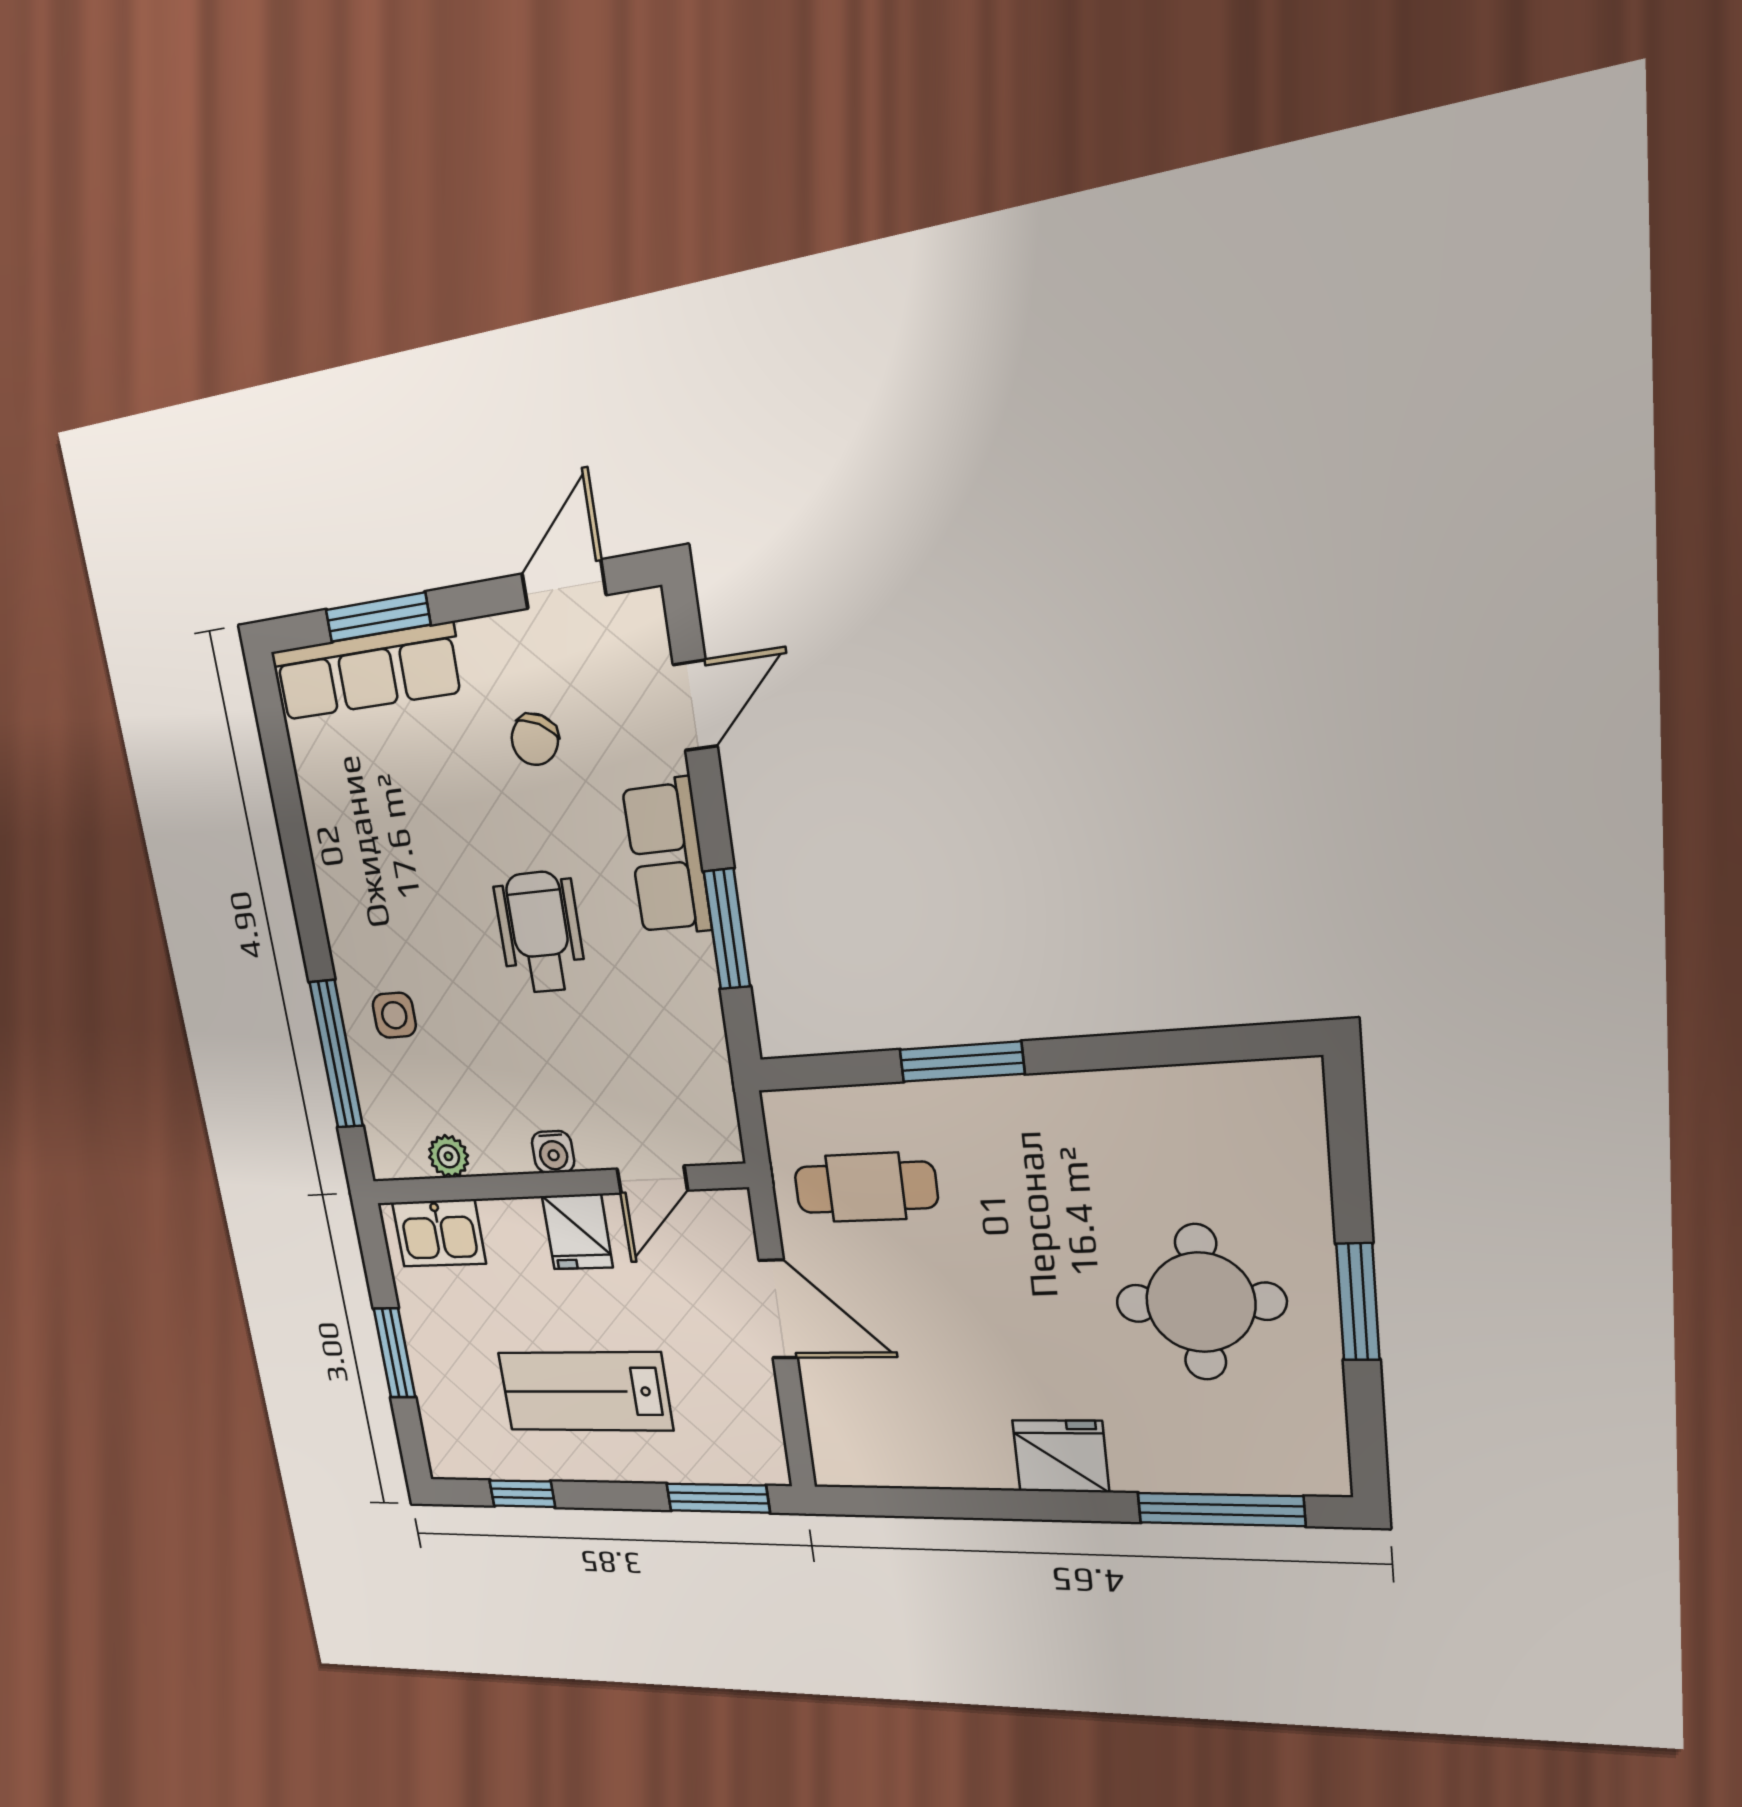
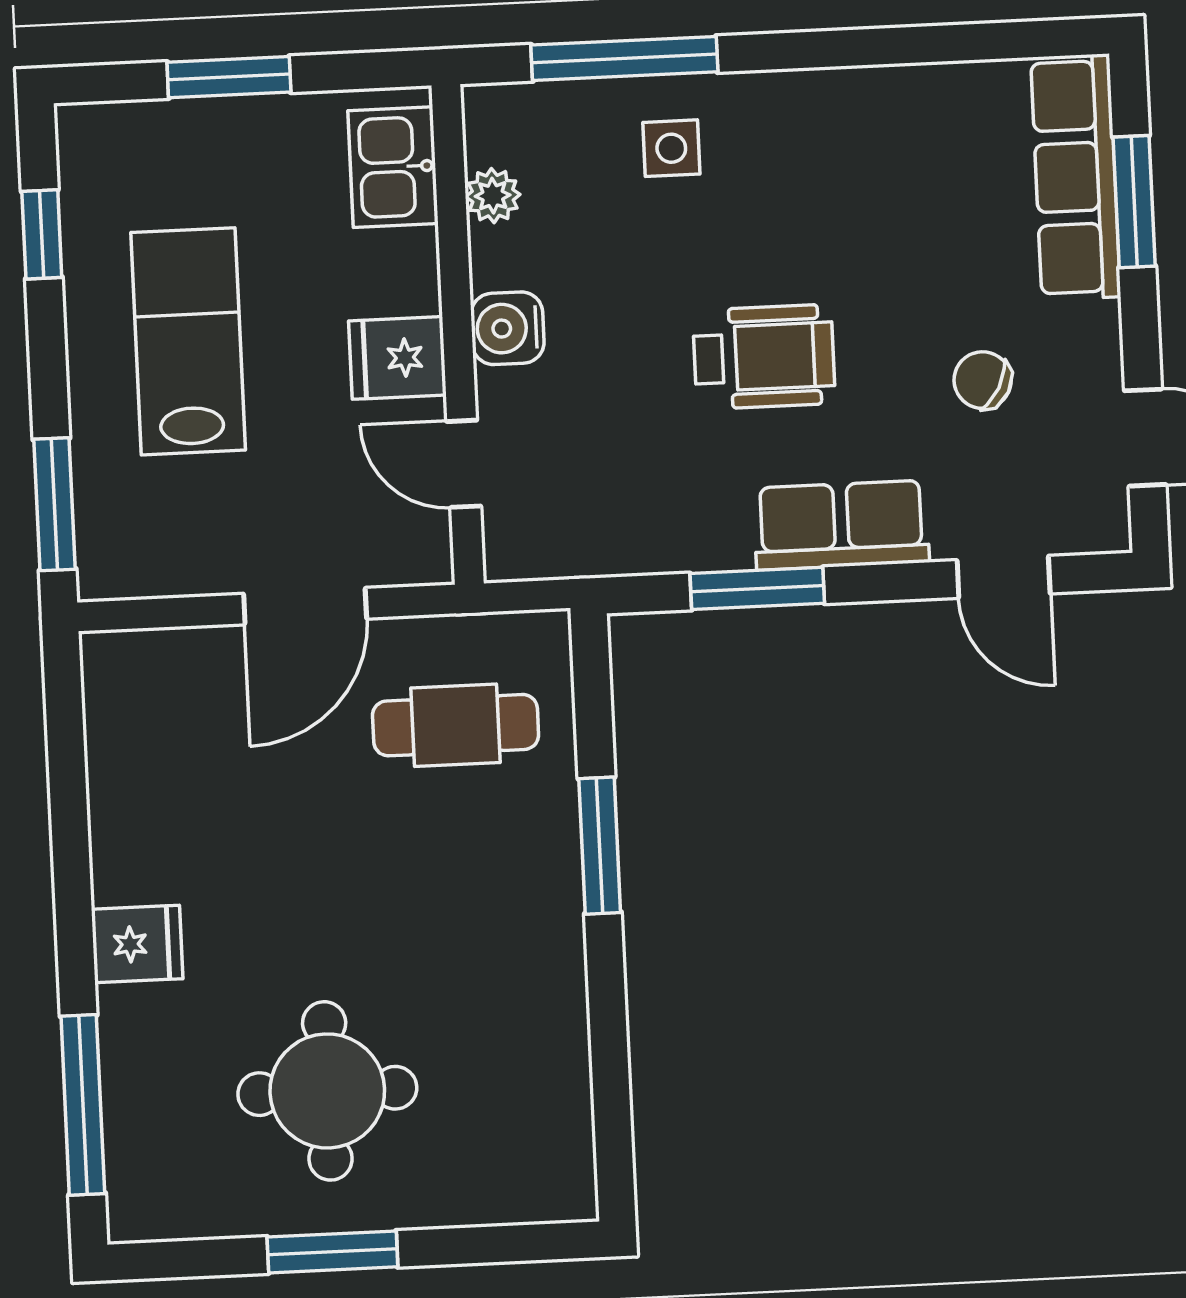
water cooler: (553, 1152) -> (507, 328), width x1.38, depth x1.38
cafe table: (866, 1187) -> (456, 725), turned 90
fridge: (1061, 1456) -> (137, 944), width x0.72

